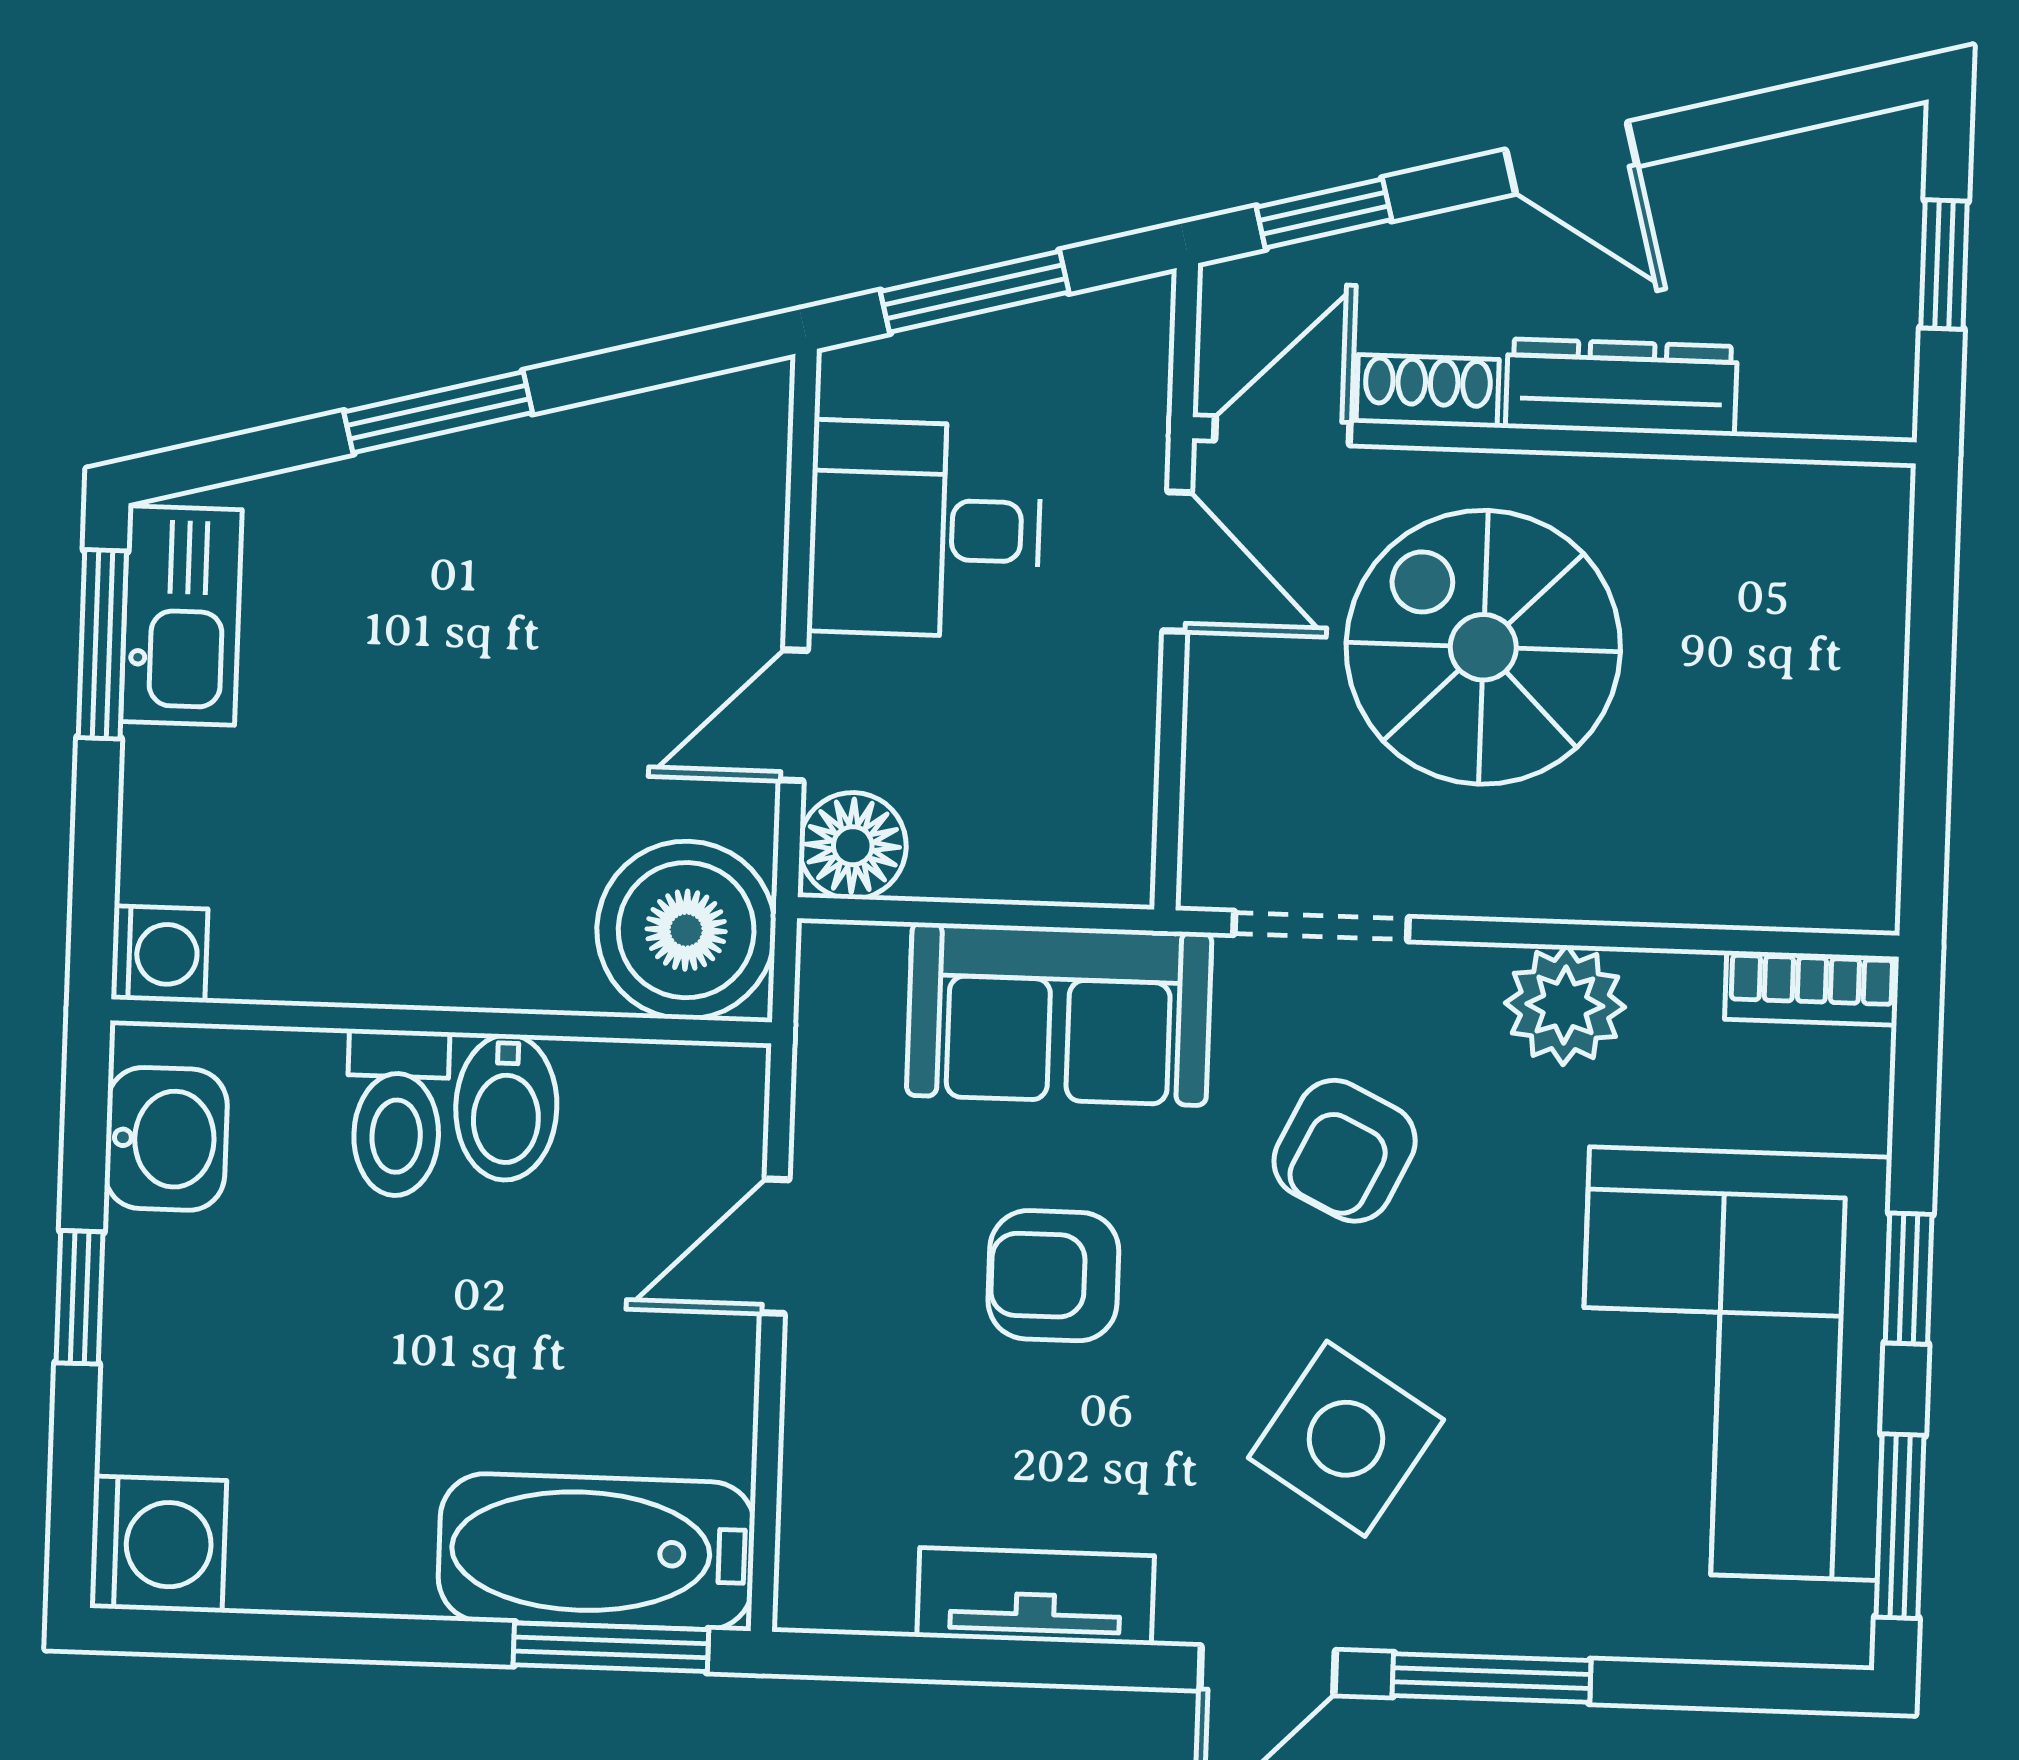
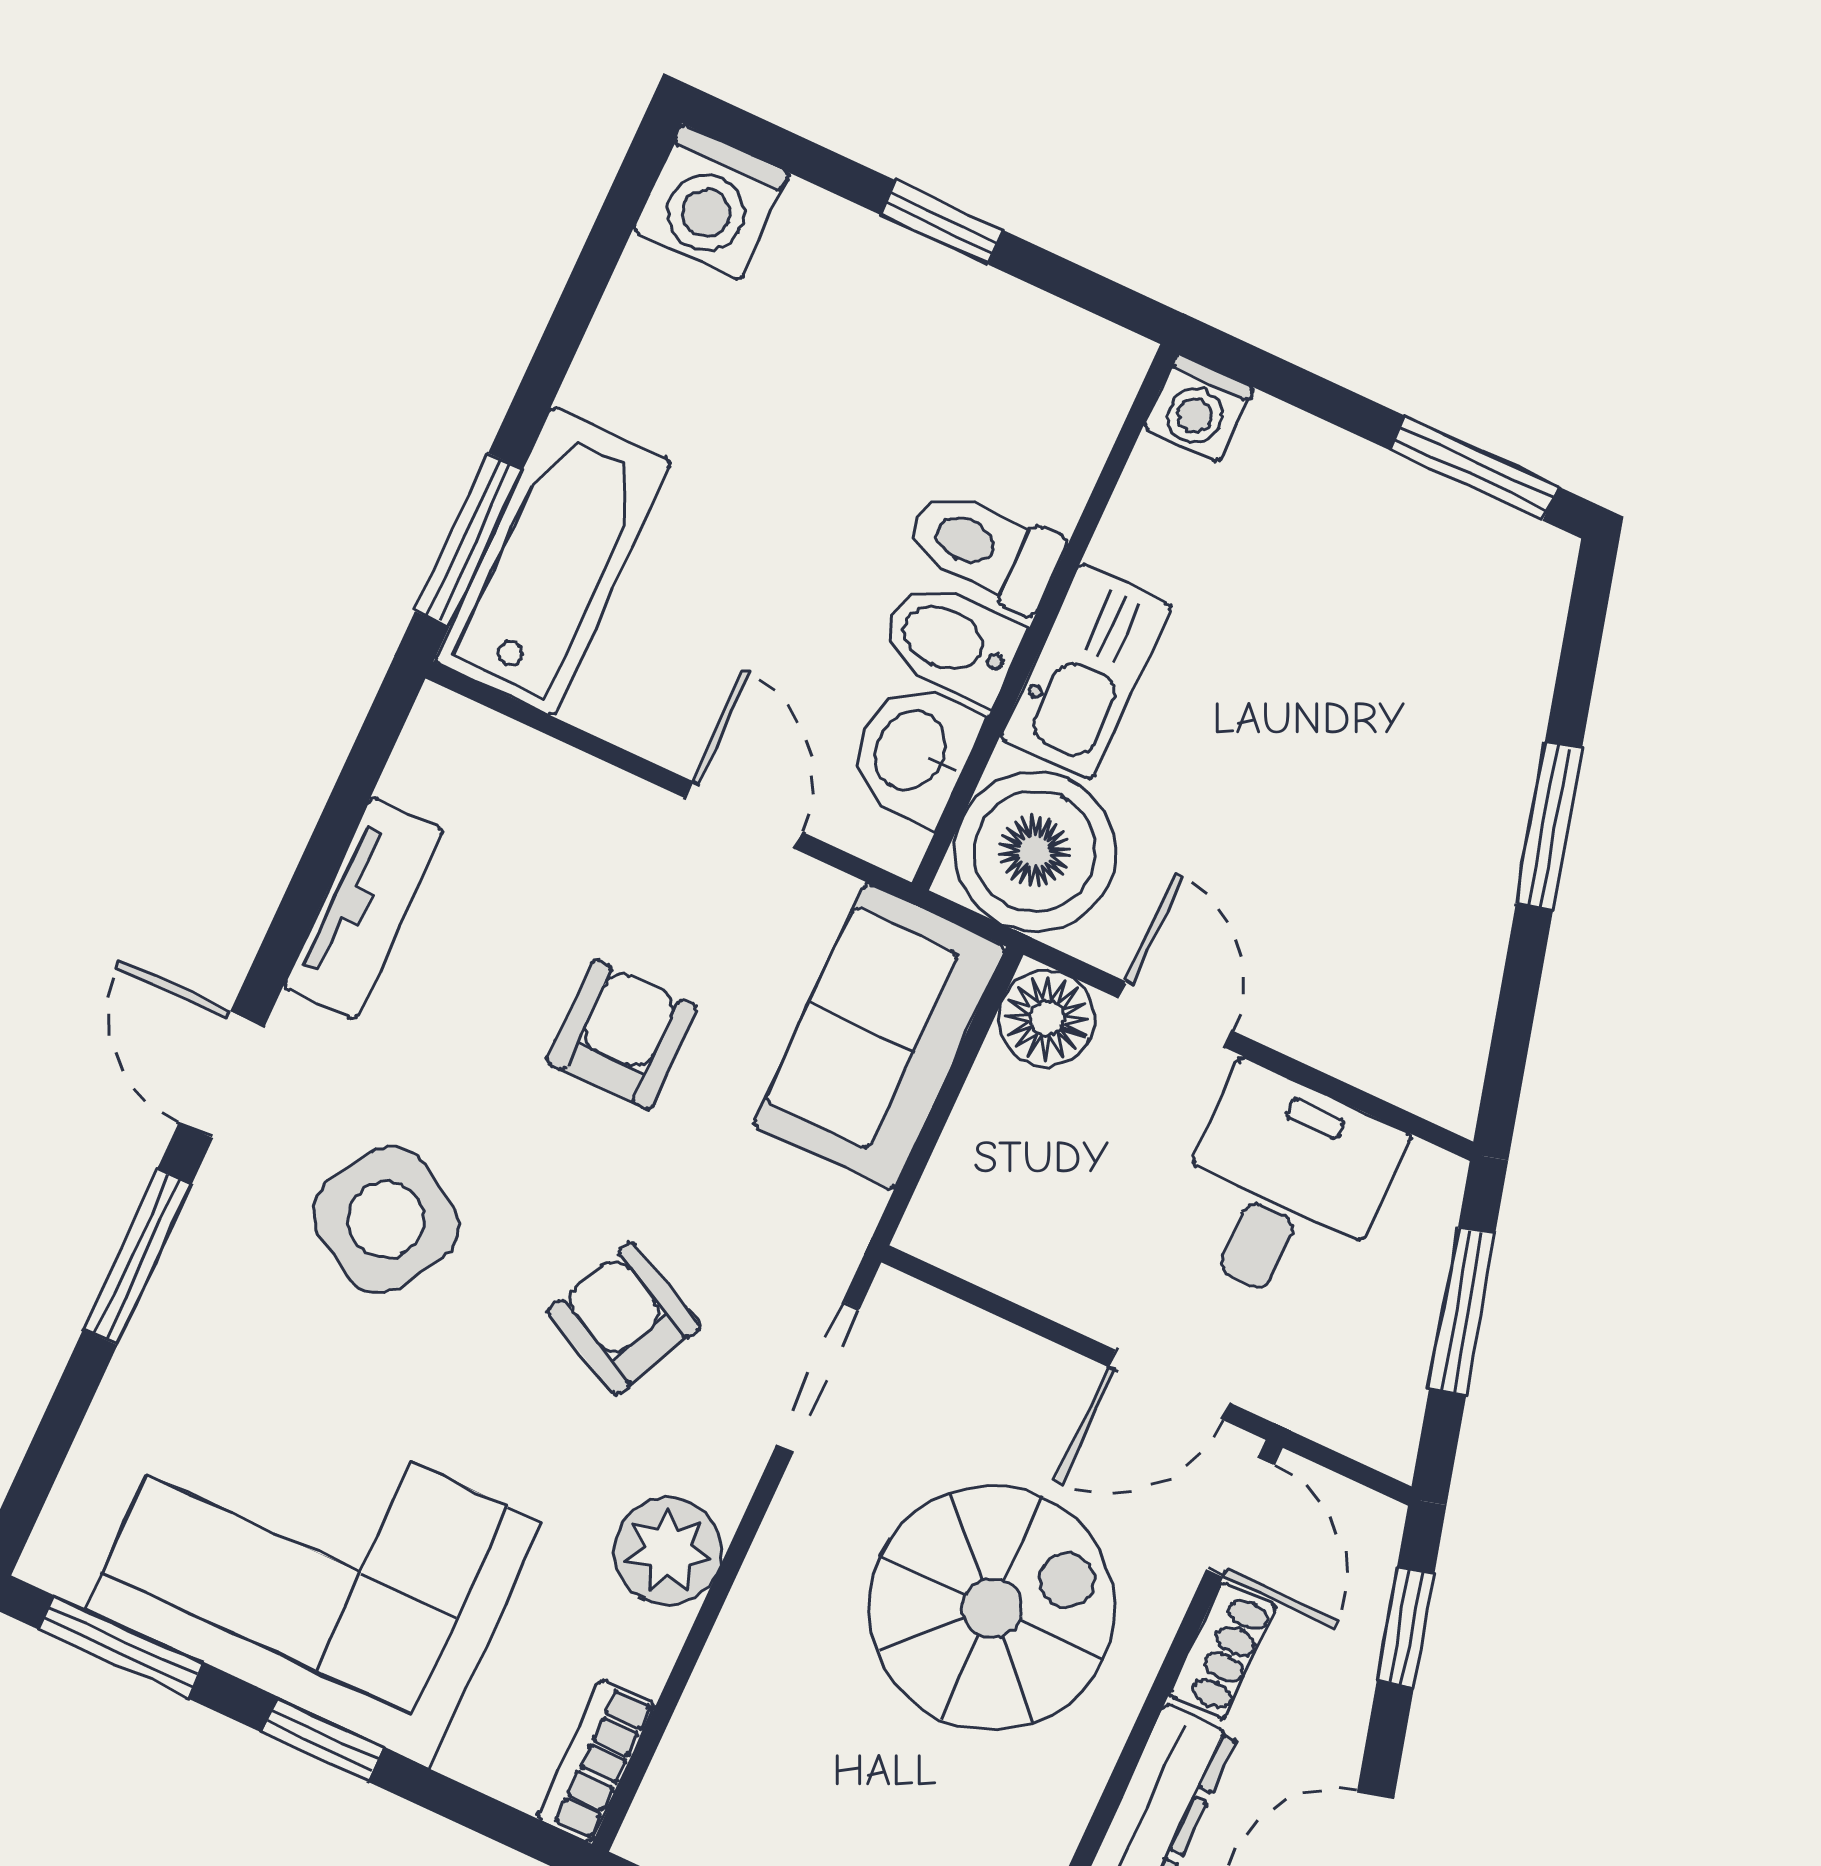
kitchen sink: (181, 616) -> (1086, 672), moved, turned -90
sofa: (1059, 1014) -> (880, 1036), moved
washbasin: (166, 1139) -> (913, 752), moved, turned 90

